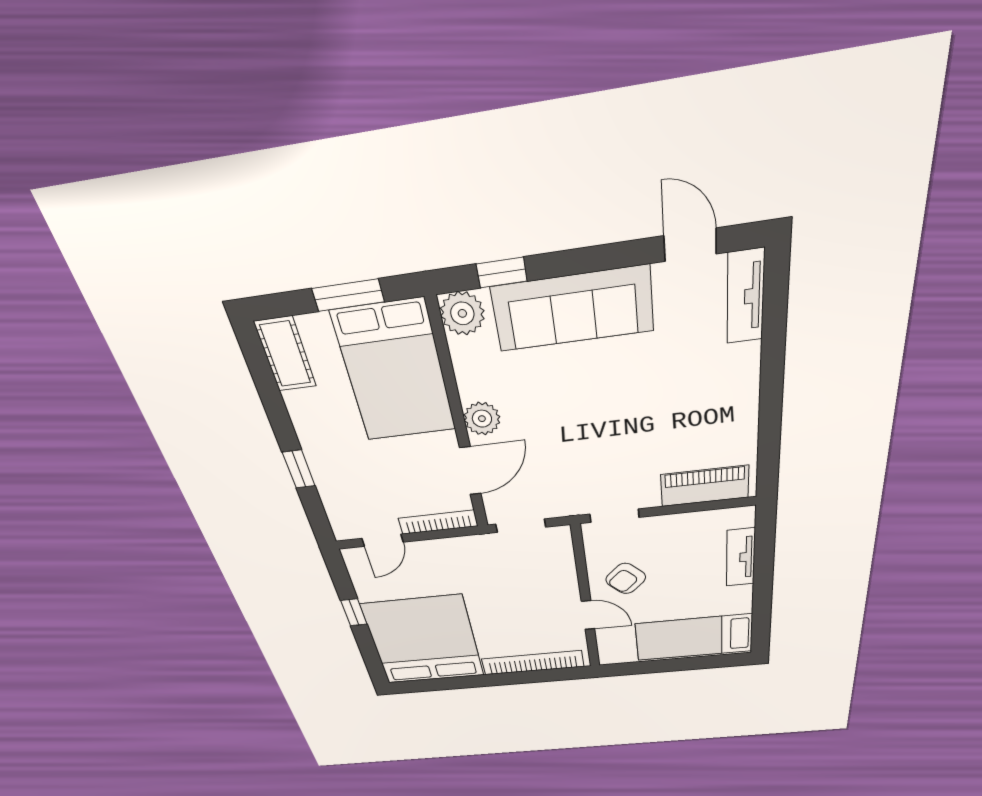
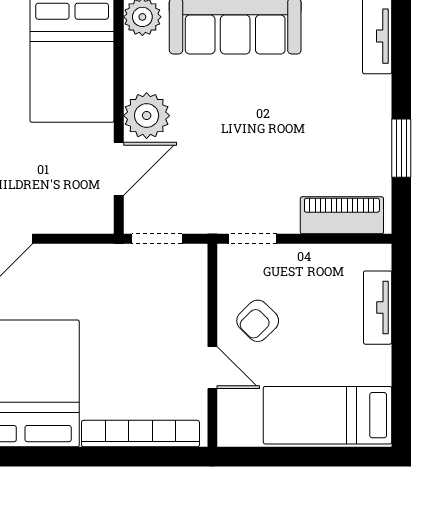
window: (770, 416) -> (401, 148), added
plant: (482, 419) -> (147, 116), width x1.36, depth x1.36
bookcase: (438, 522) -> (74, 224), removed

